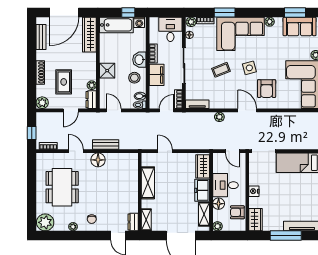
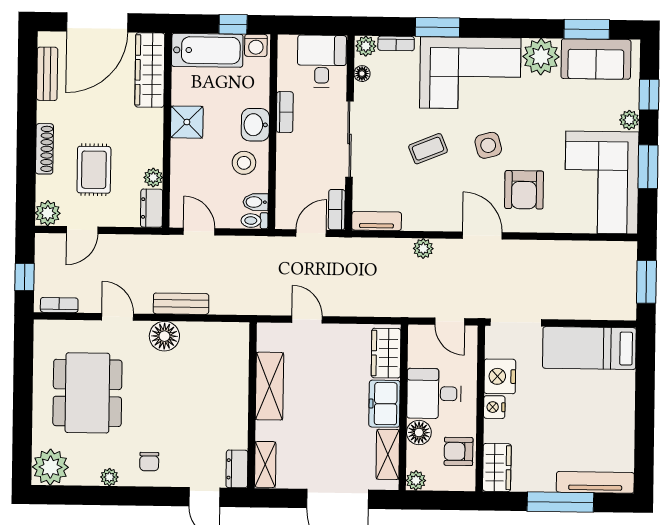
plant: (270, 22) -> (541, 57), width x1.87, depth x1.87
shower: (107, 71) -> (187, 122), moved
filing cabinet: (157, 75) -> (291, 158), removed
door: (71, 110) -> (82, 230), moved
nightstand: (256, 177) -> (500, 376), added

